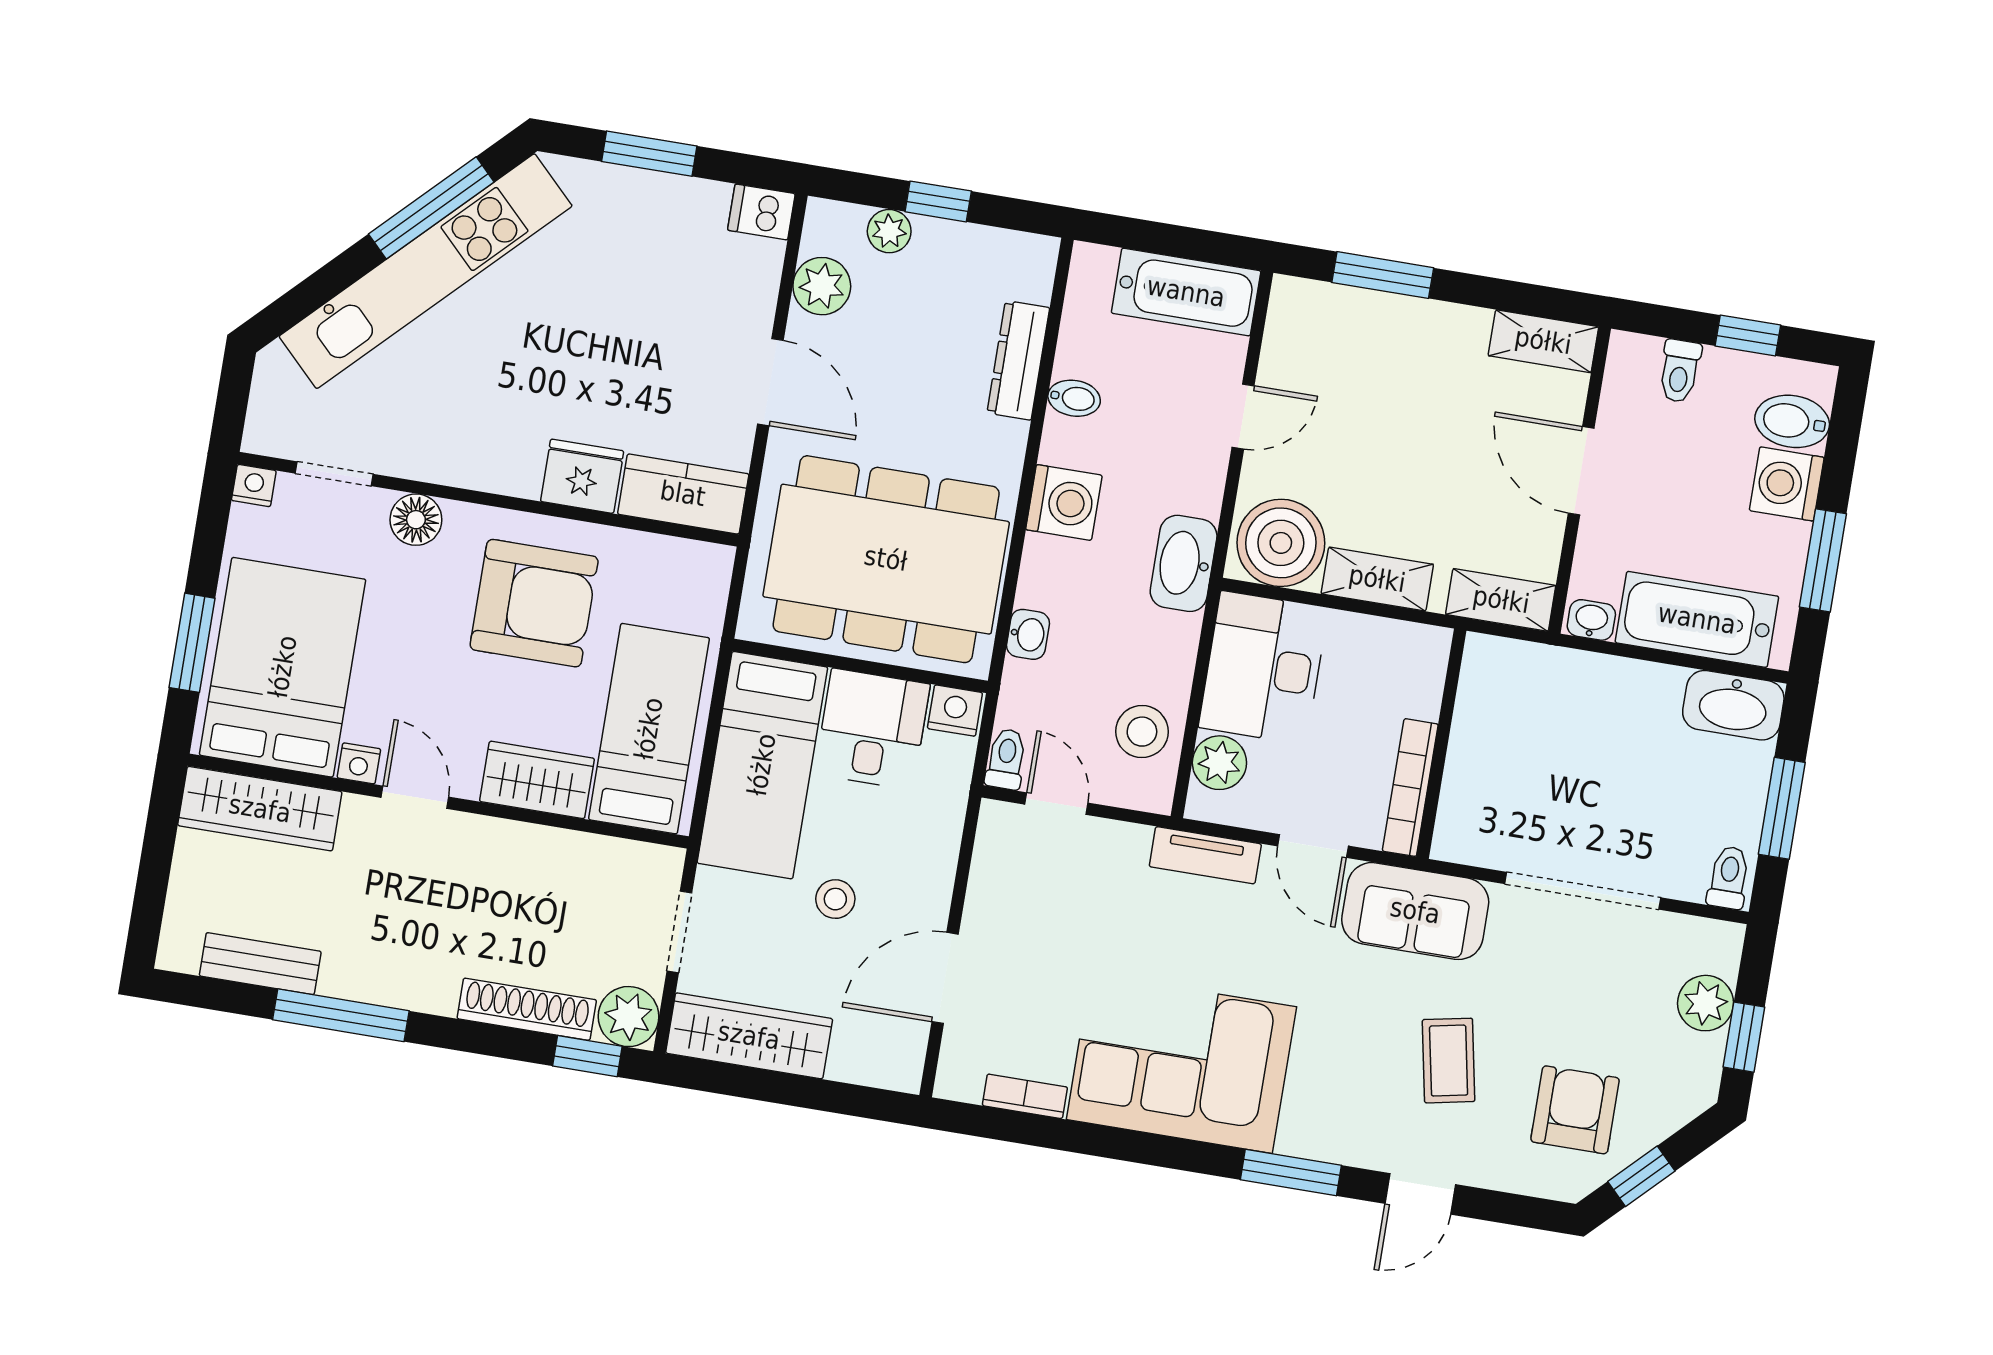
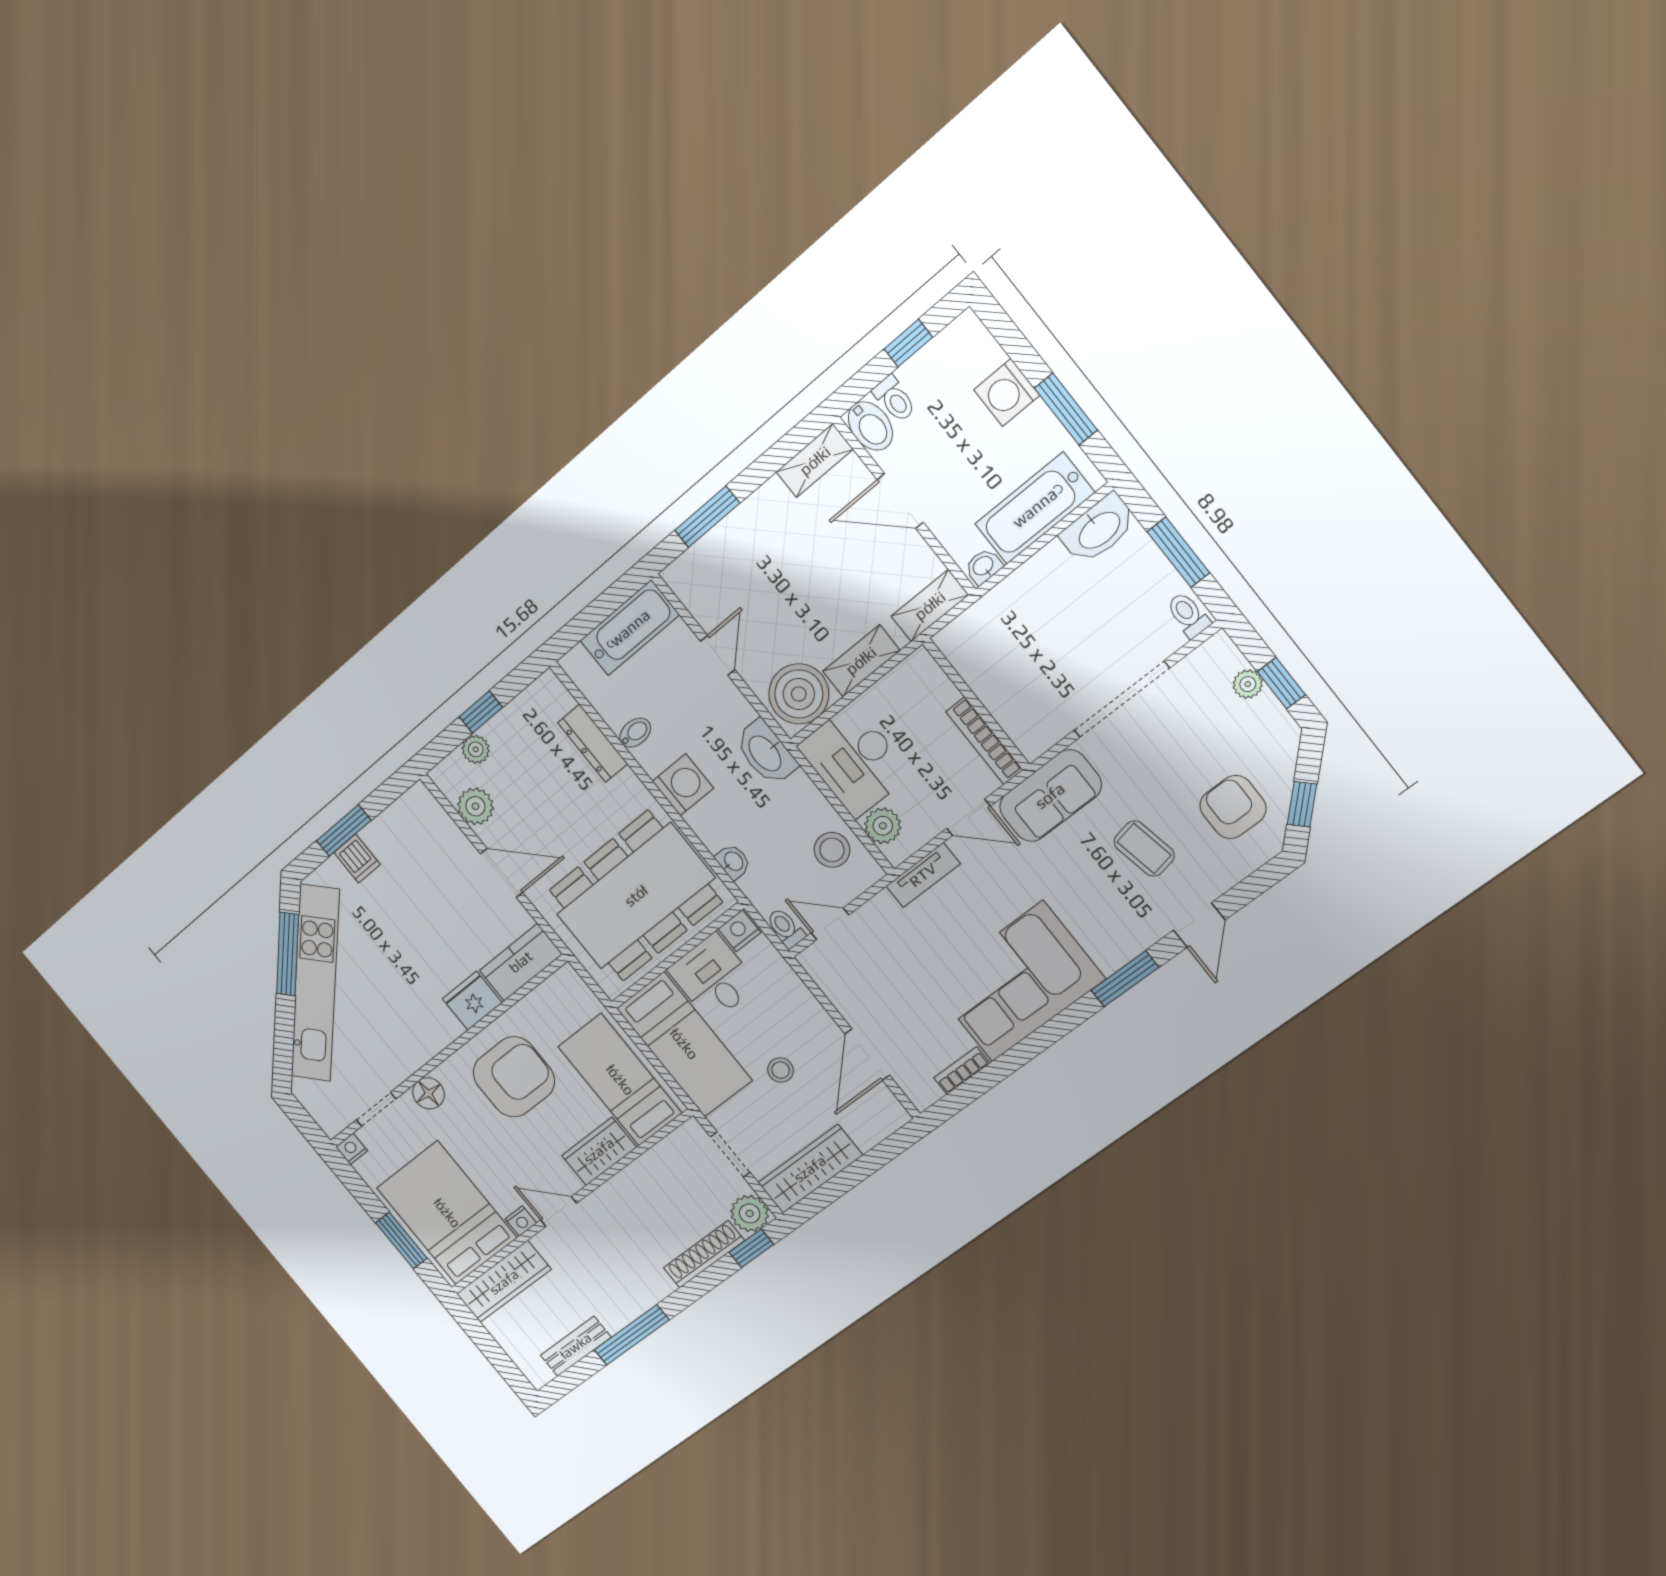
dishwasher: (761, 212) -> (357, 859), moved, turned -90
bidet: (1792, 421) -> (870, 426), moved, turned -90
plant: (1706, 1003) -> (1248, 684), width x0.73, depth x0.73

